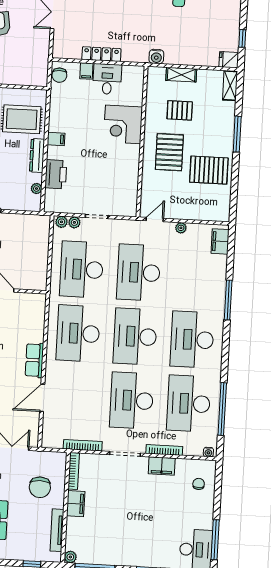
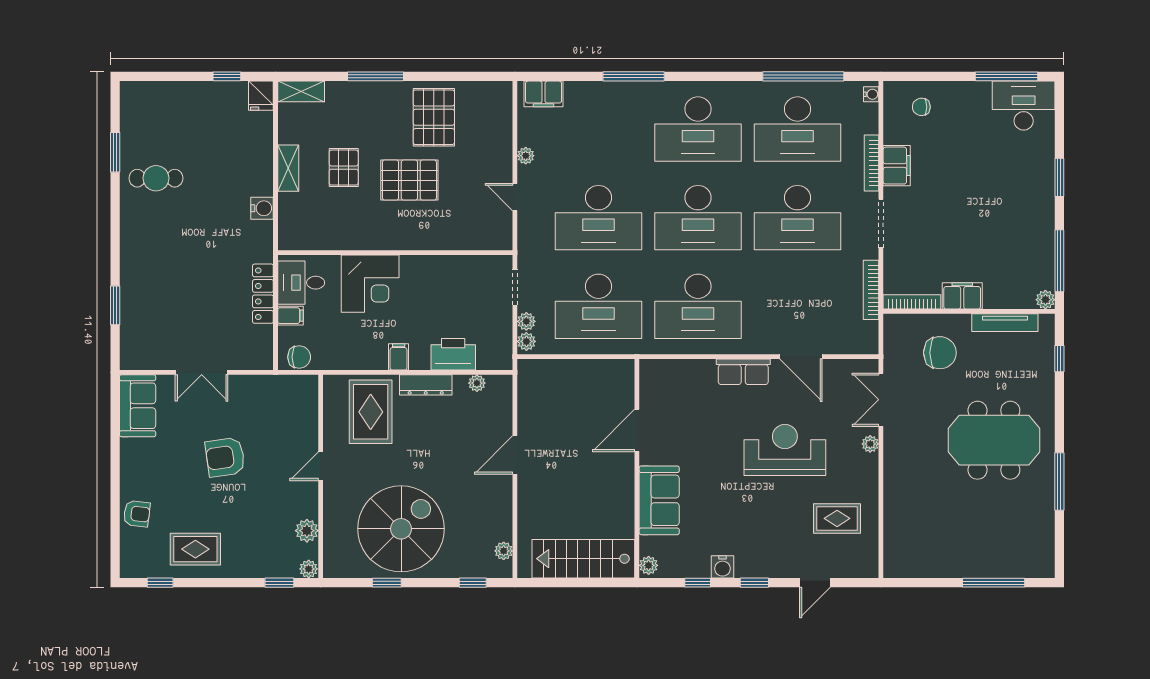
corner desk: (123, 124) -> (370, 284), moved
wall: (142, 142) -> (395, 253), moved

